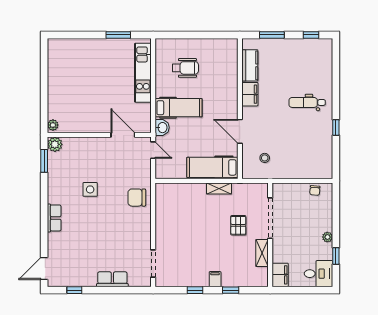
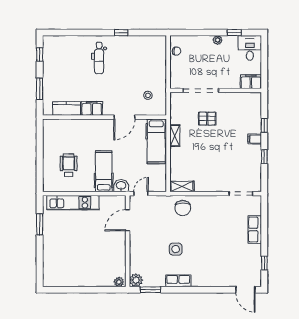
row of seats: (54, 218) -> (178, 281), moved
shelving: (262, 253) -> (182, 186), moved

